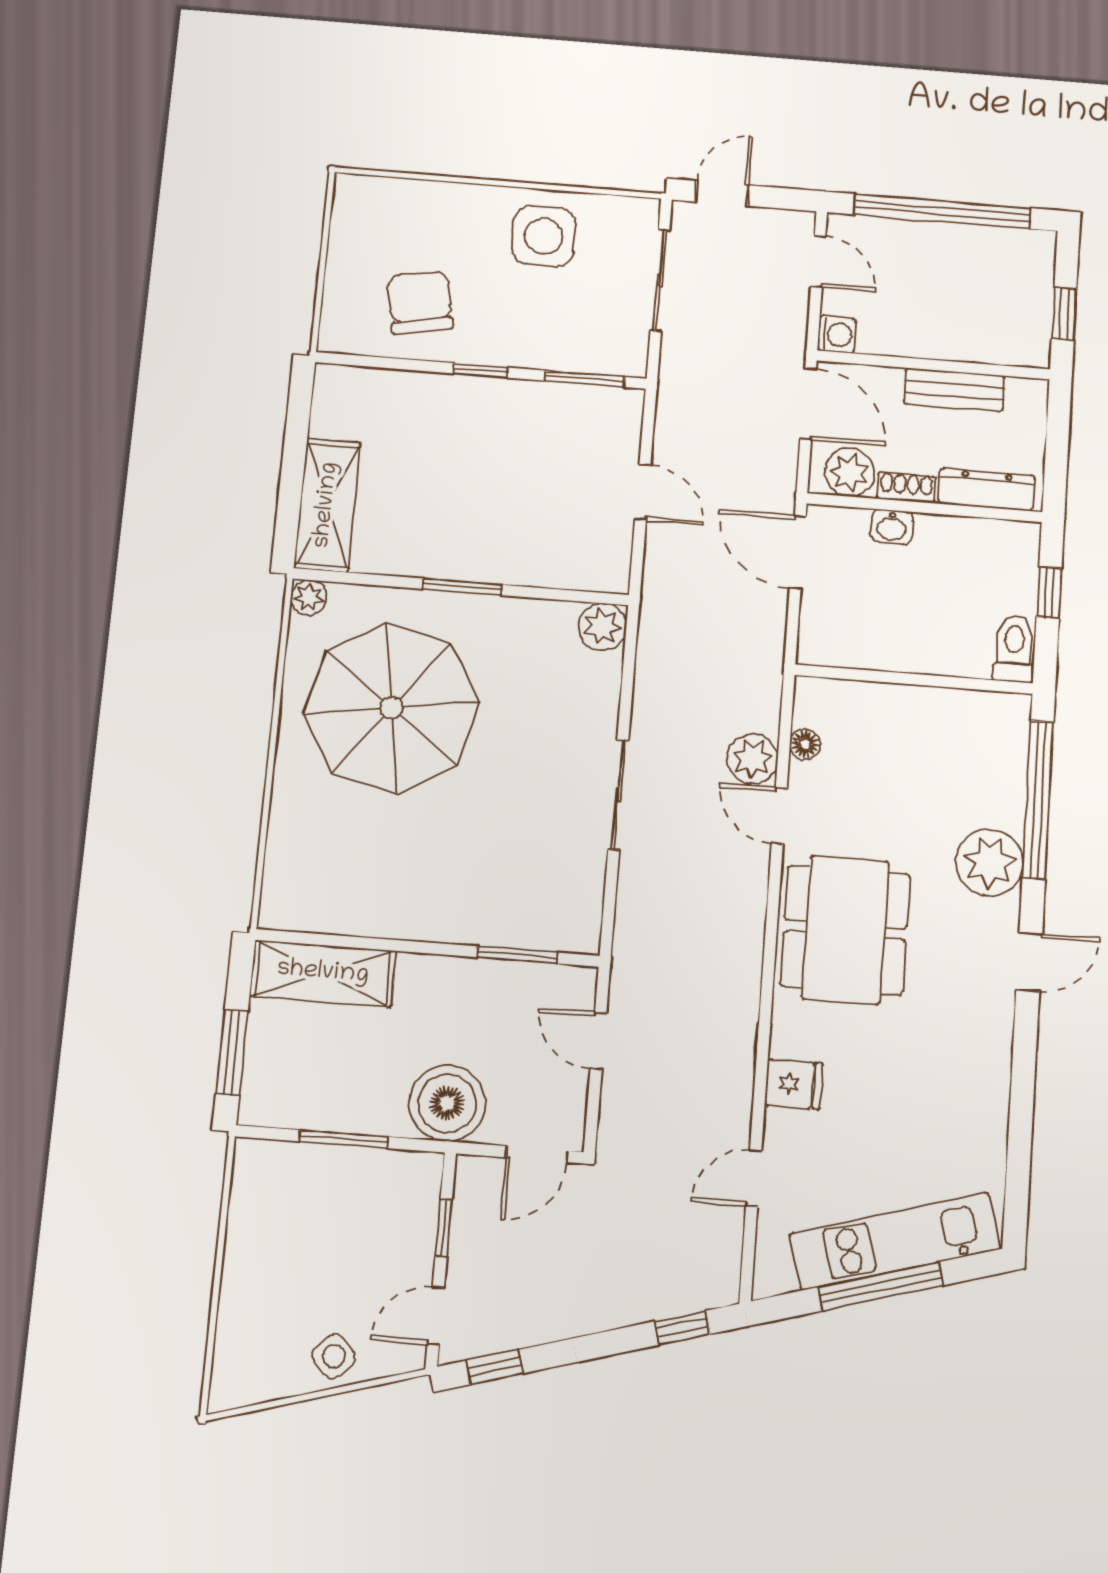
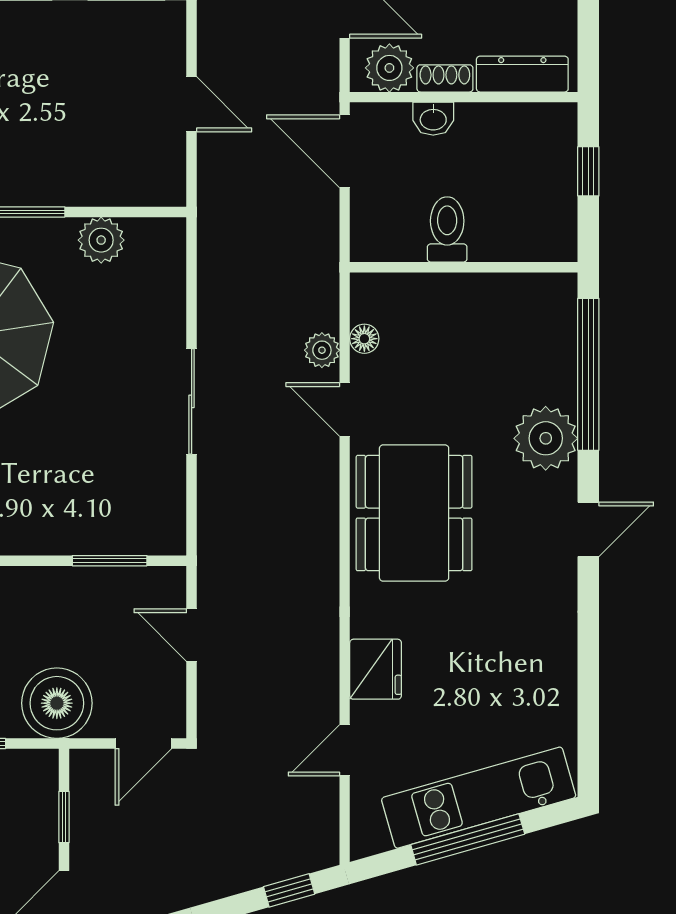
plant: (602, 627) -> (101, 240), moved
toilet: (1014, 649) -> (447, 229), moved
plant: (752, 759) -> (322, 350), width x0.73, depth x0.73
fridge: (794, 1084) -> (376, 669), width x1.38

